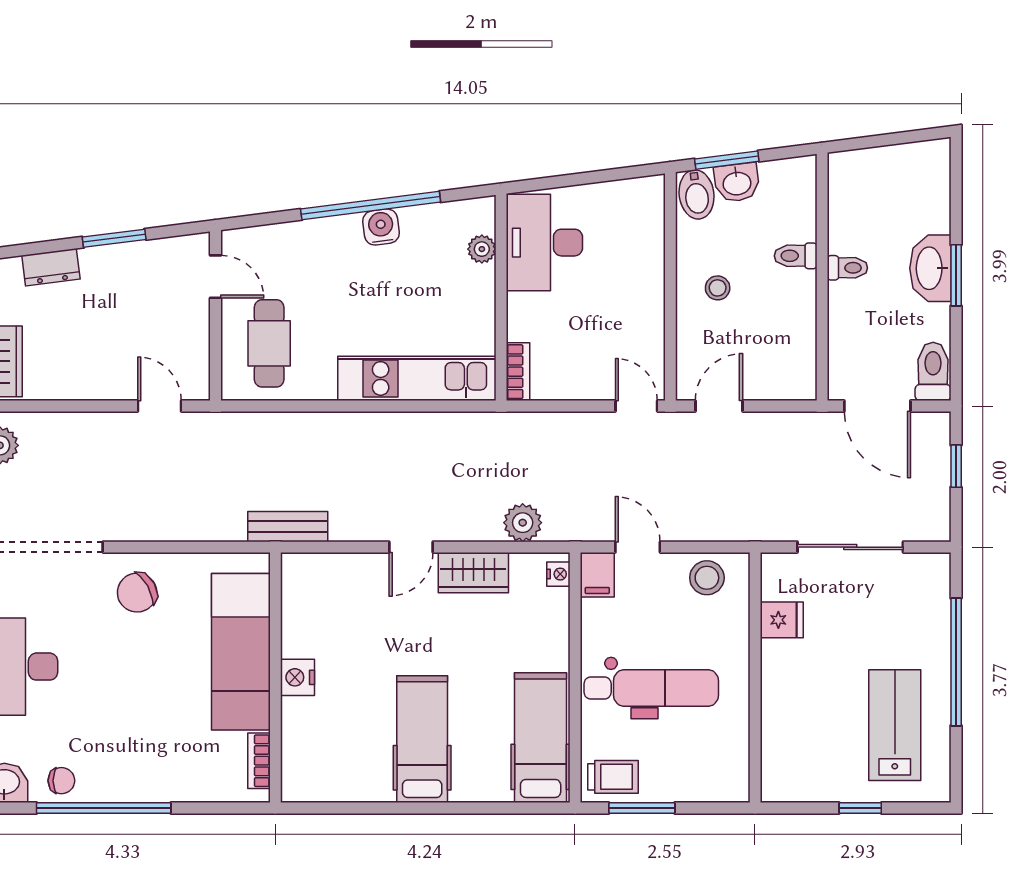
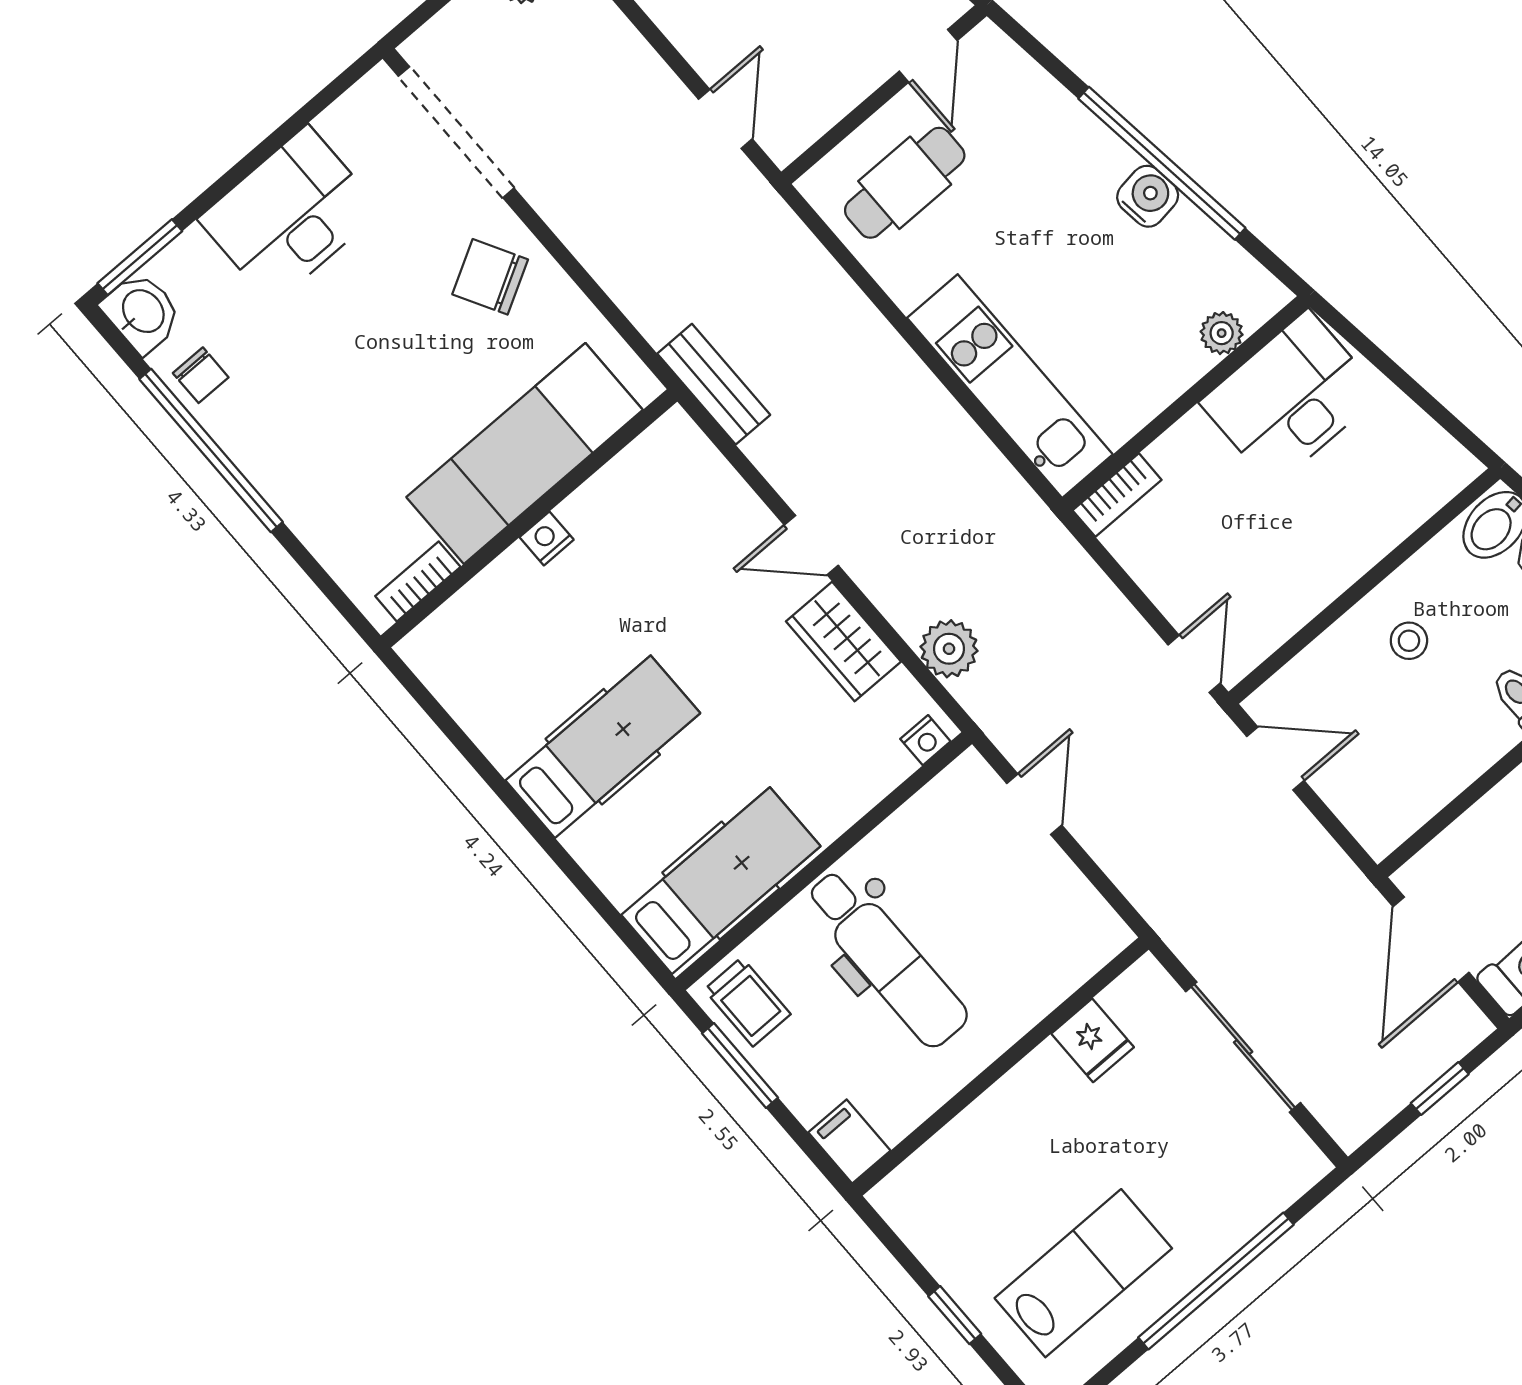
filing cabinet: (597, 575) -> (849, 1141), moved, turned 90
stool: (707, 578) -> (1067, 913), removed
nightstand: (297, 677) -> (547, 538), width x0.72, depth x0.74

